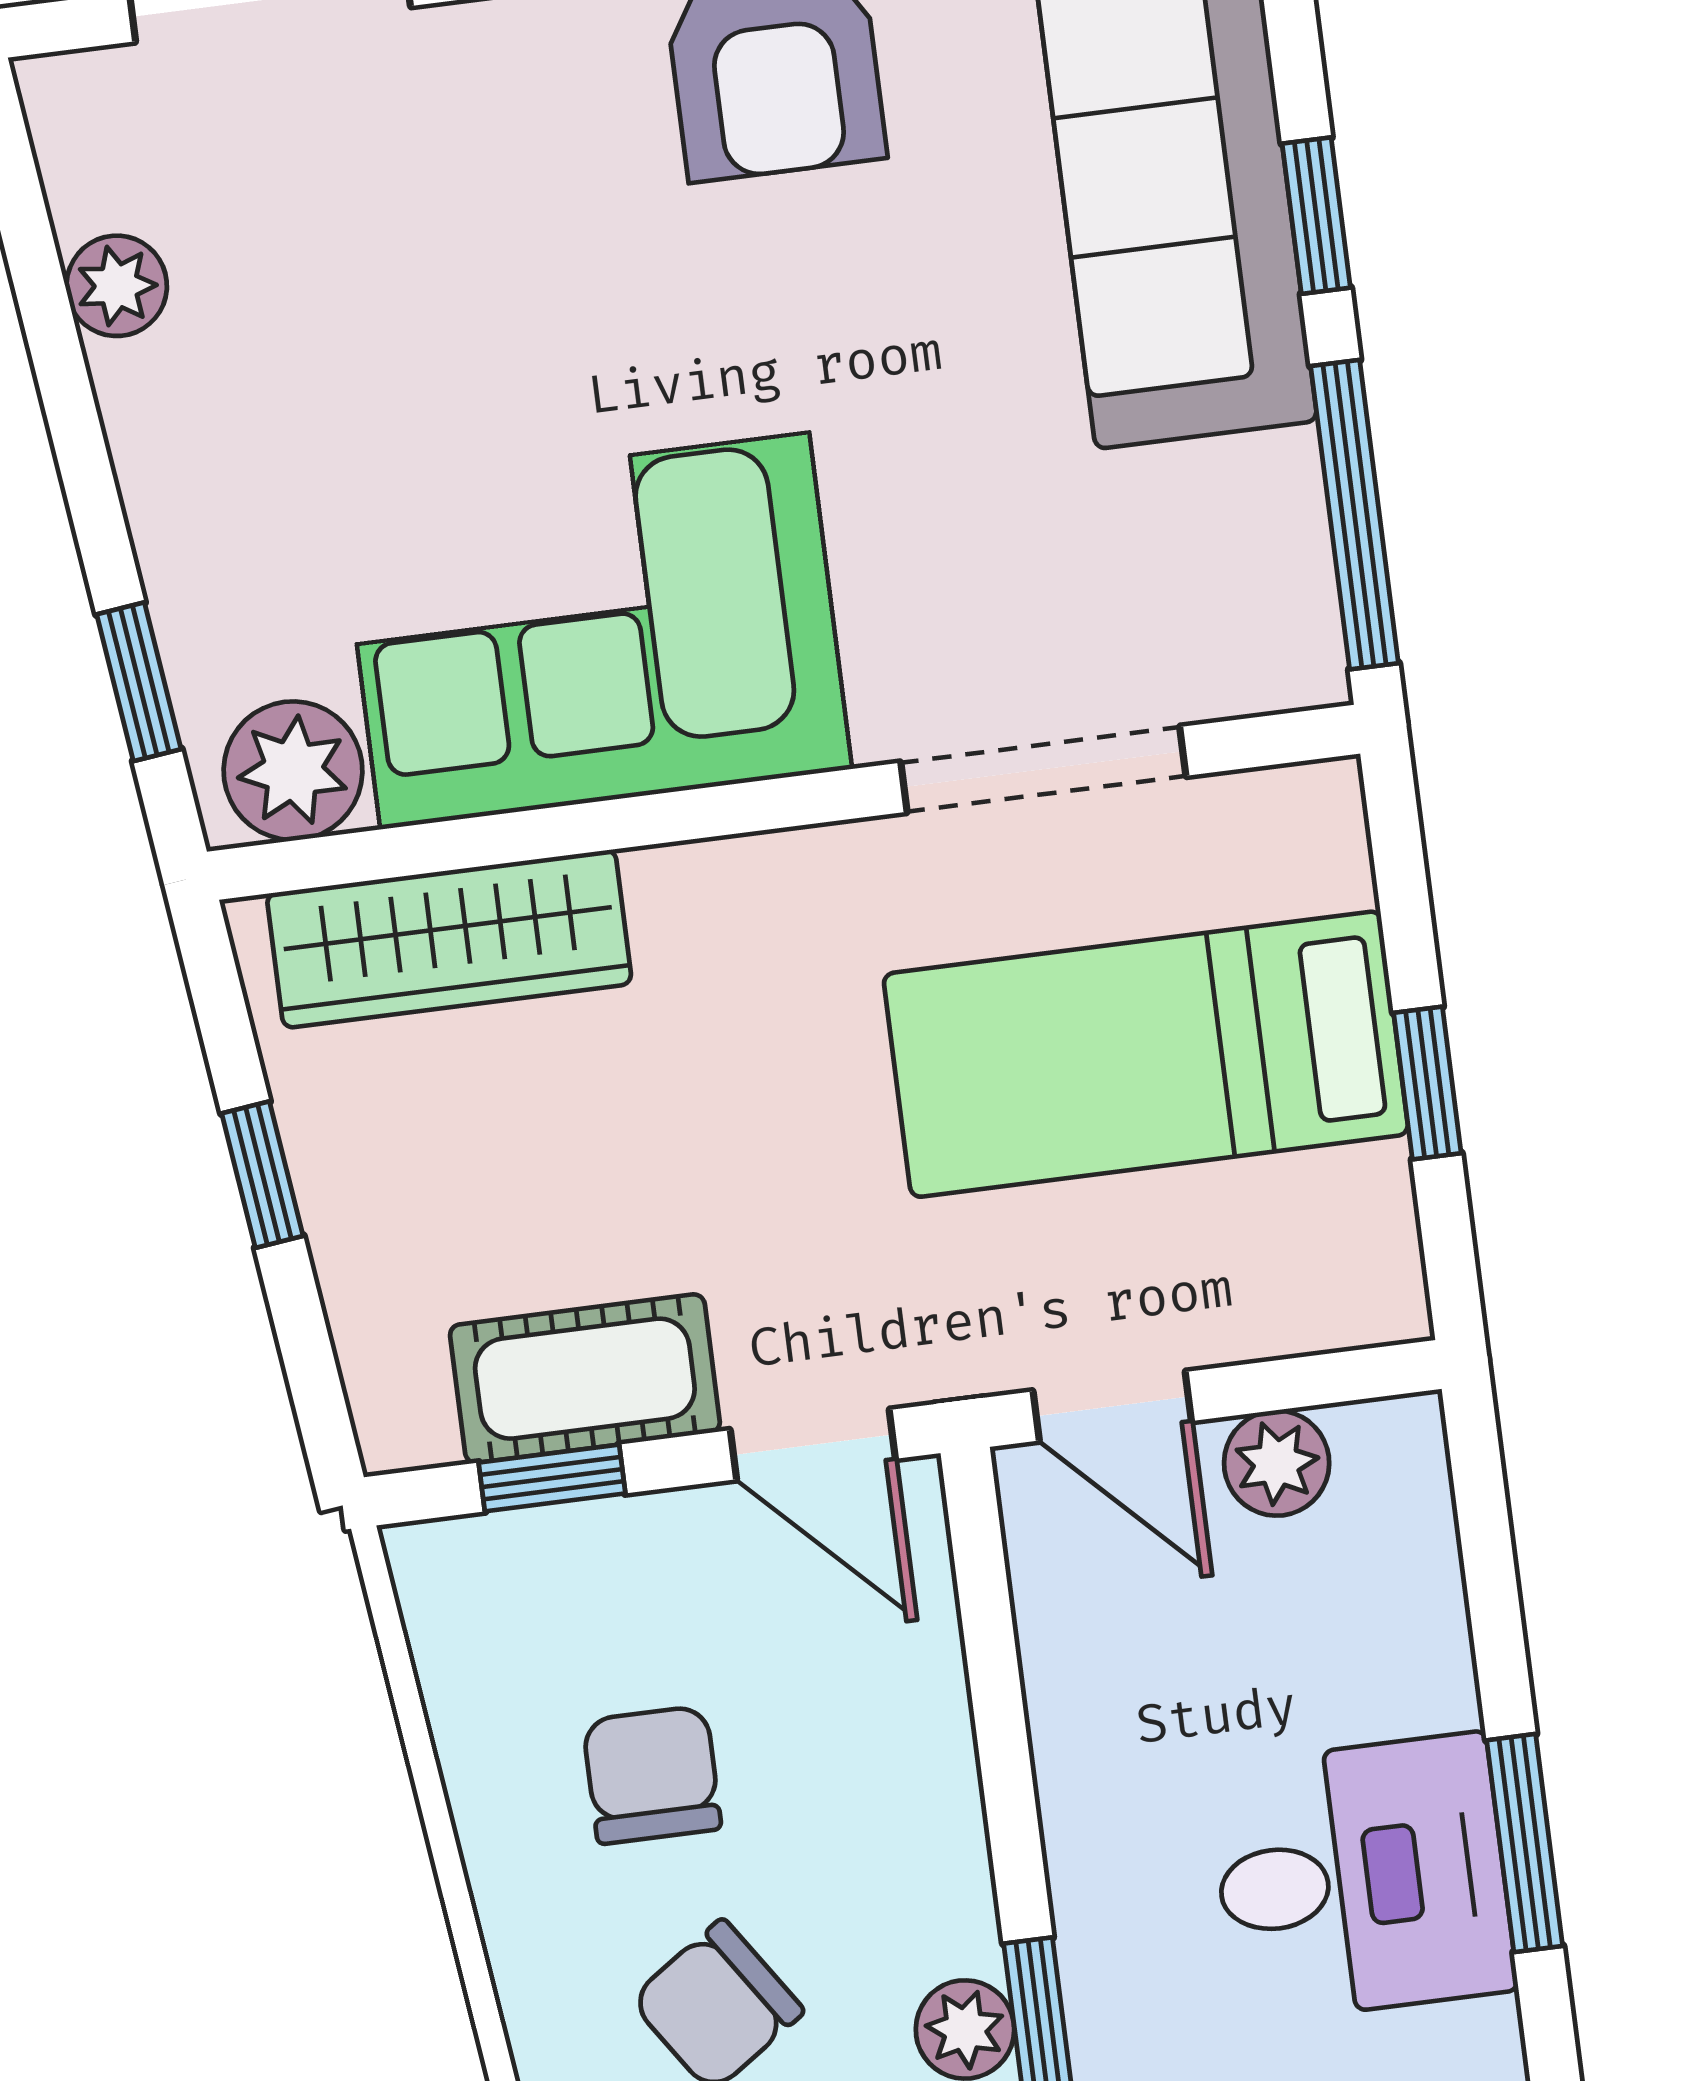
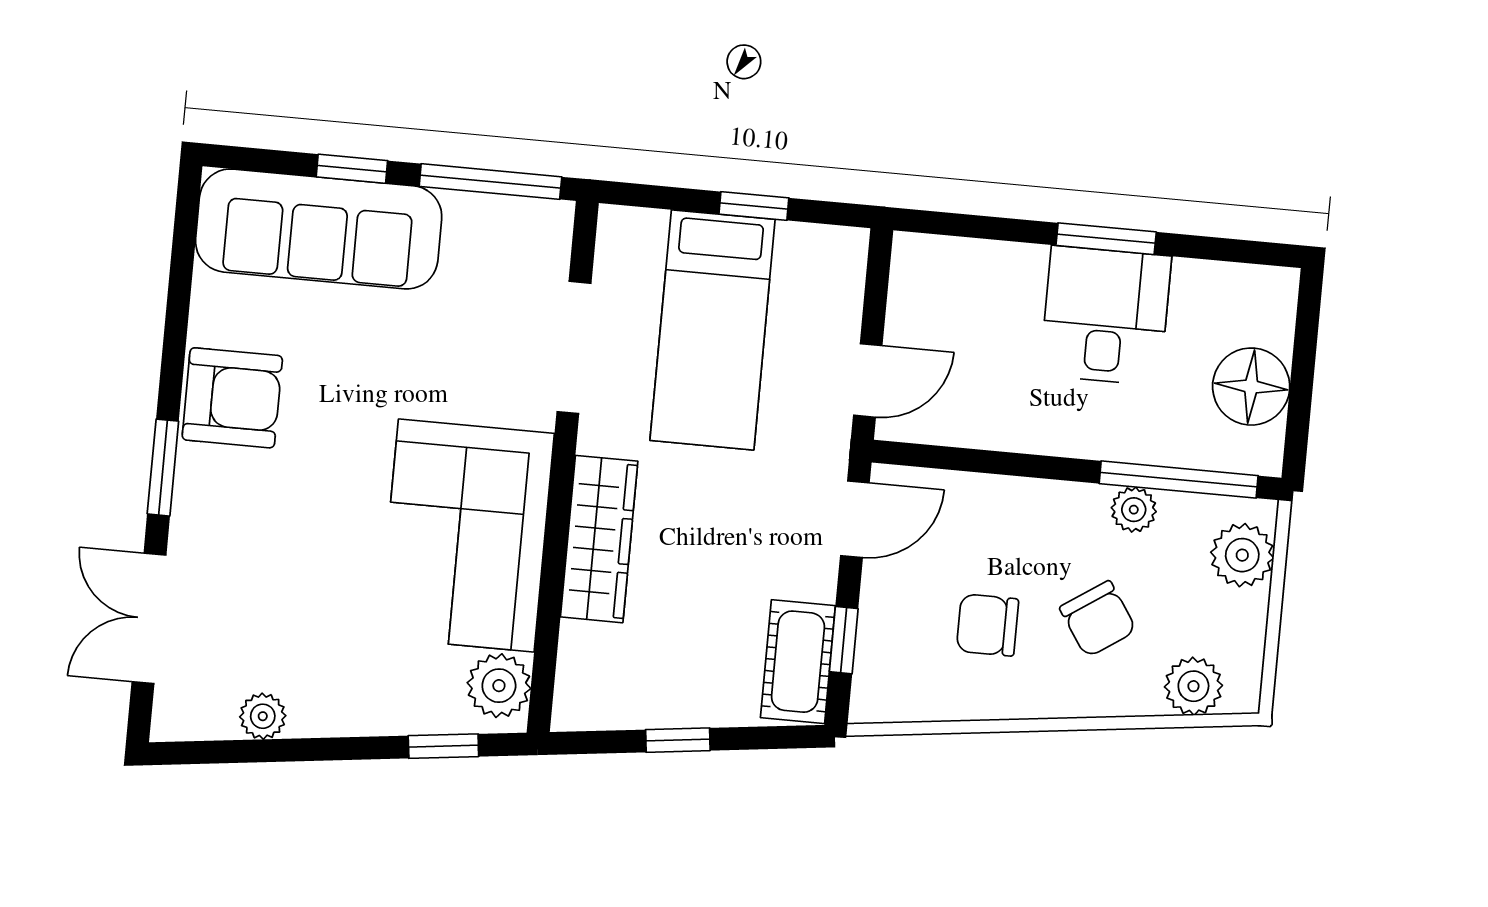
wardrobe: (449, 939) -> (599, 539), moved
cot: (585, 1379) -> (798, 662), moved
plant: (1277, 1463) -> (910, 312), removed

